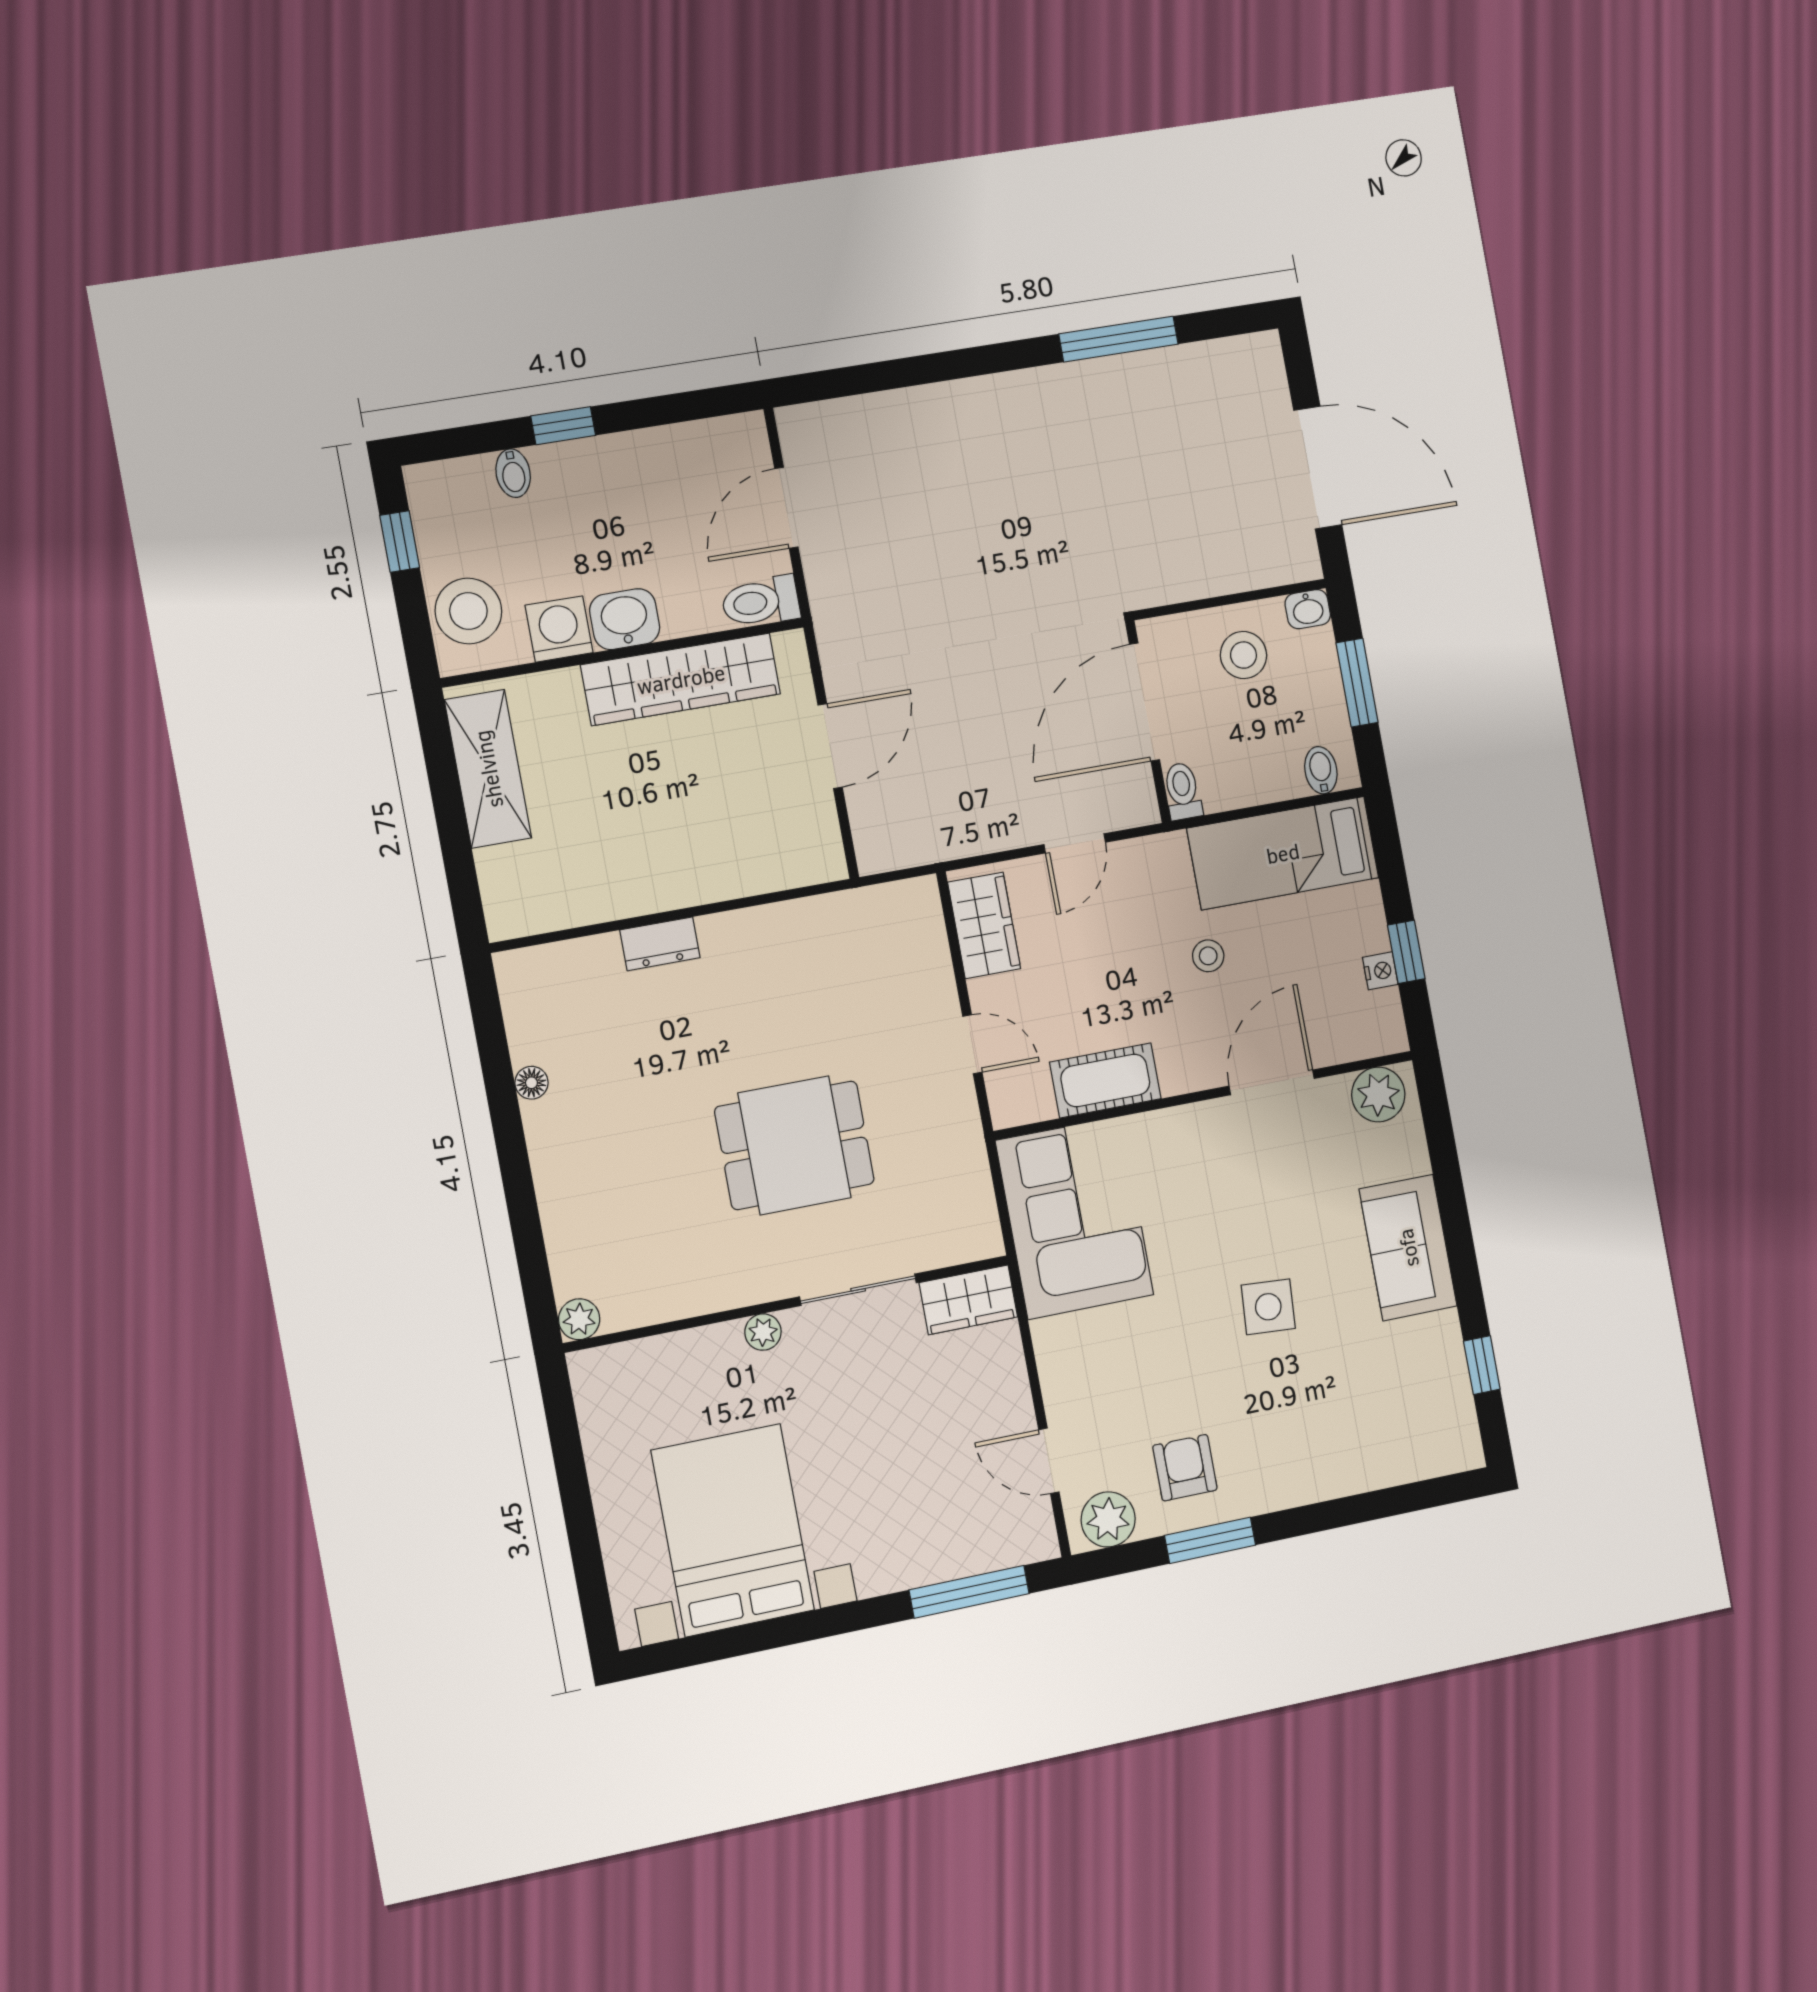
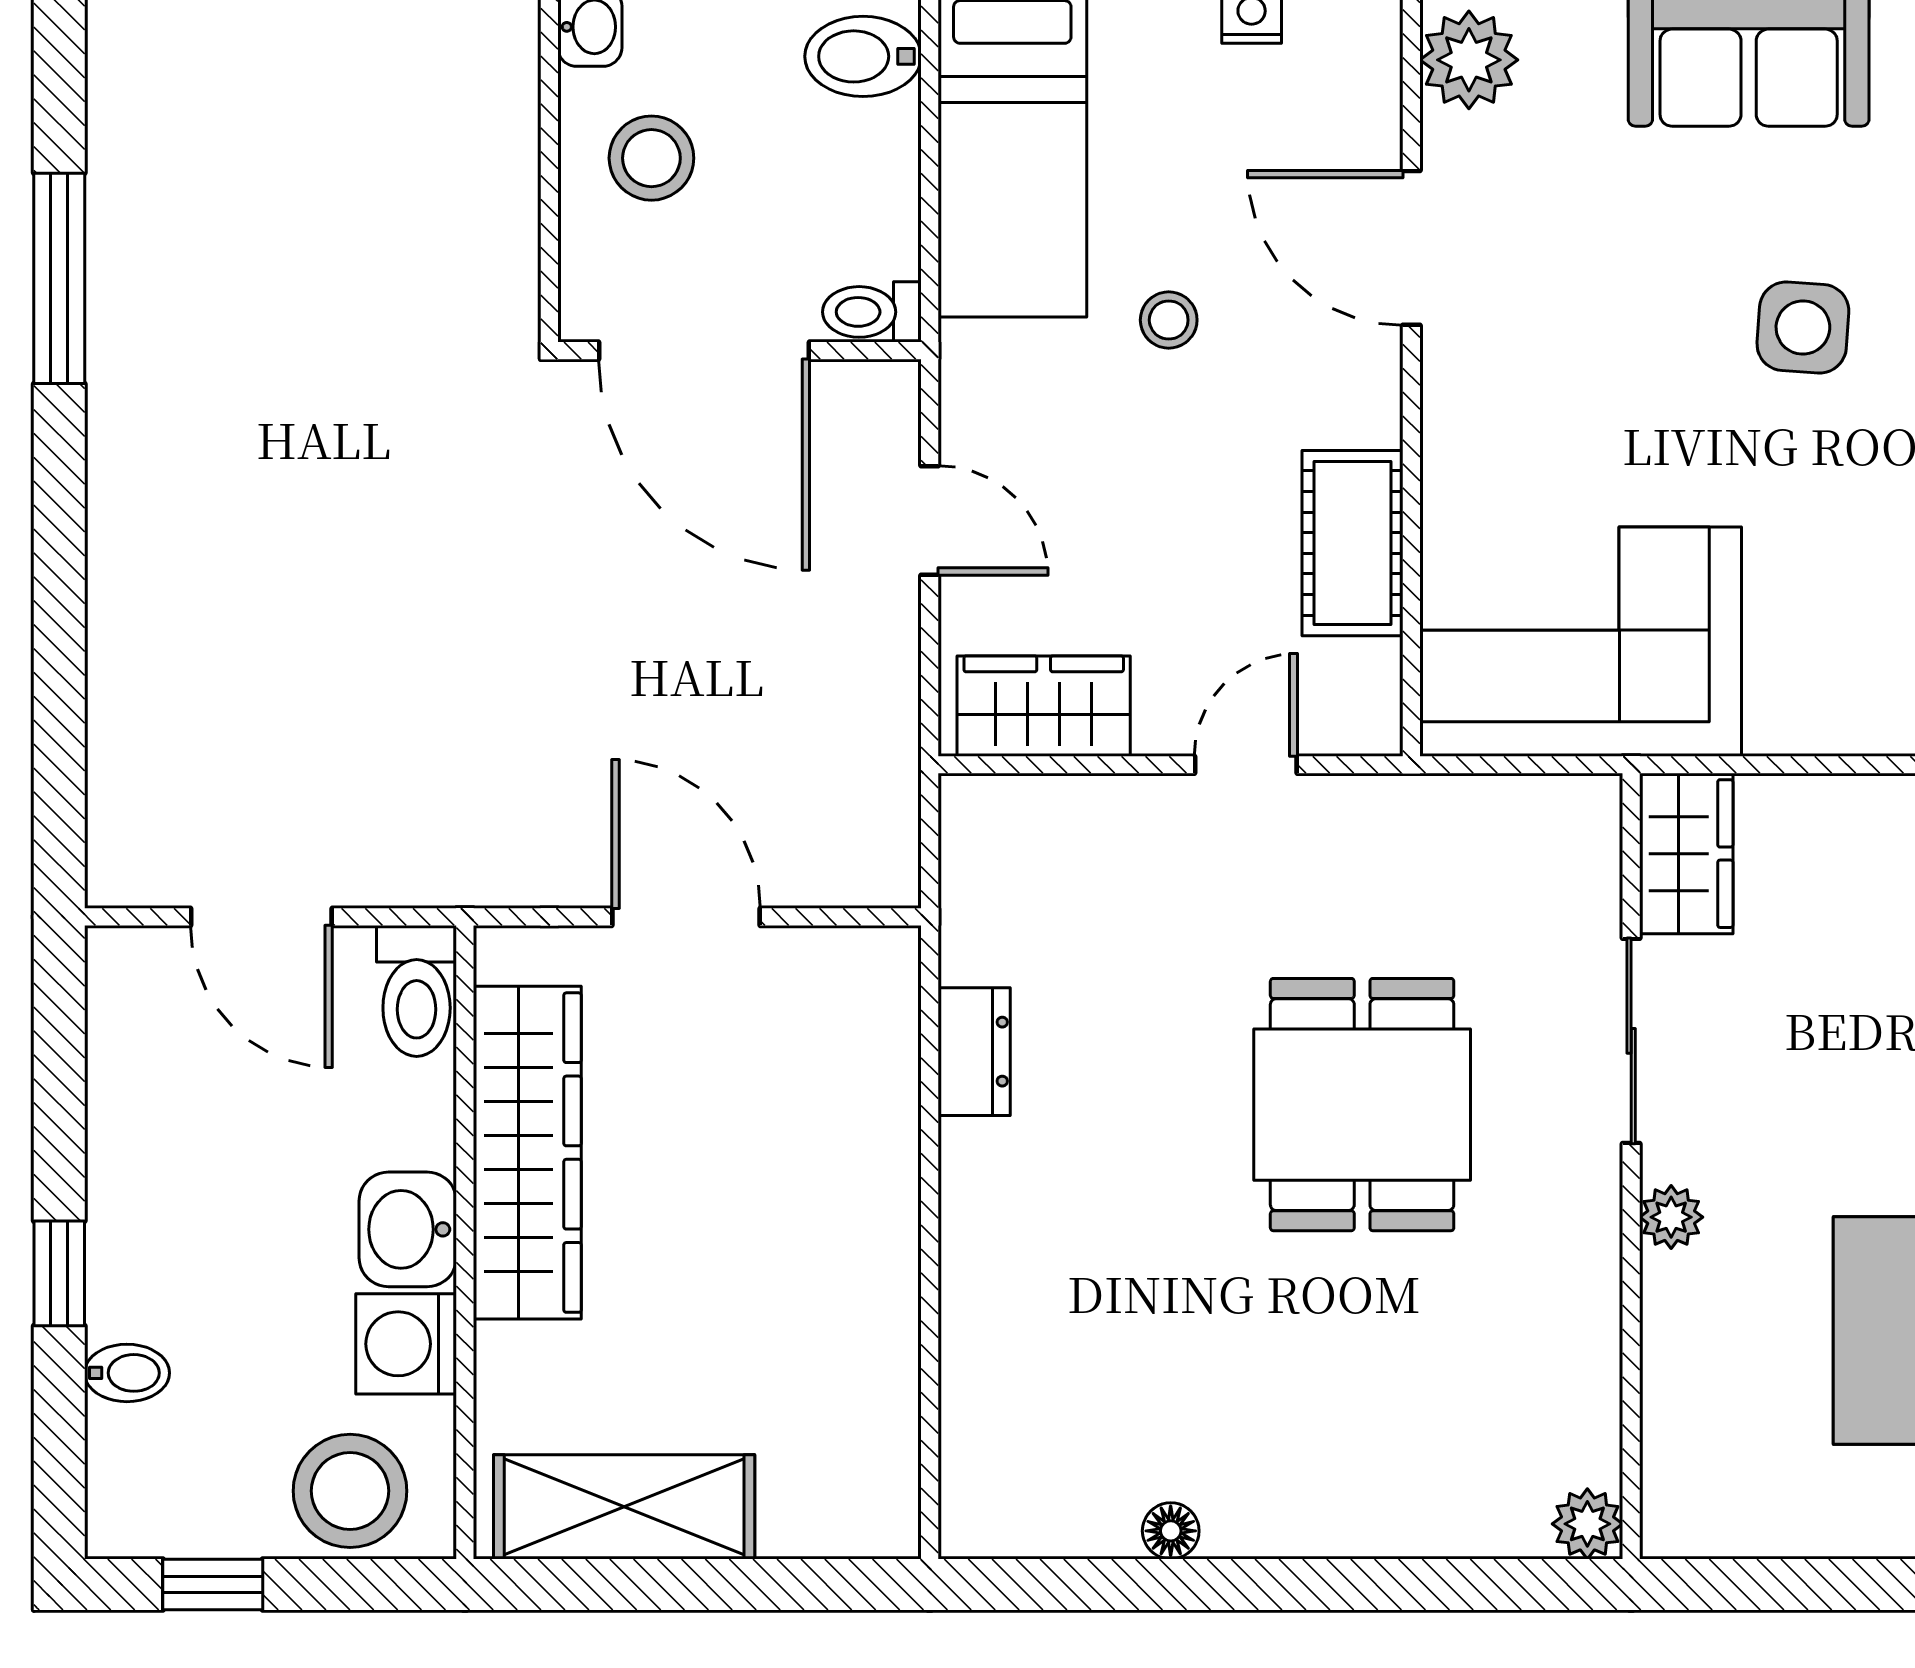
bidet: (1321, 770) -> (863, 56), width x1.38, depth x1.36
dresser: (660, 944) -> (974, 1052), moved

